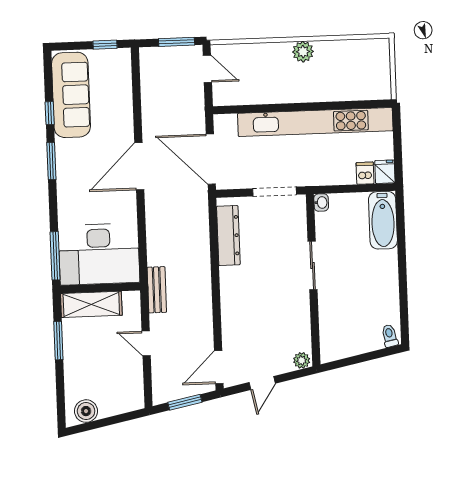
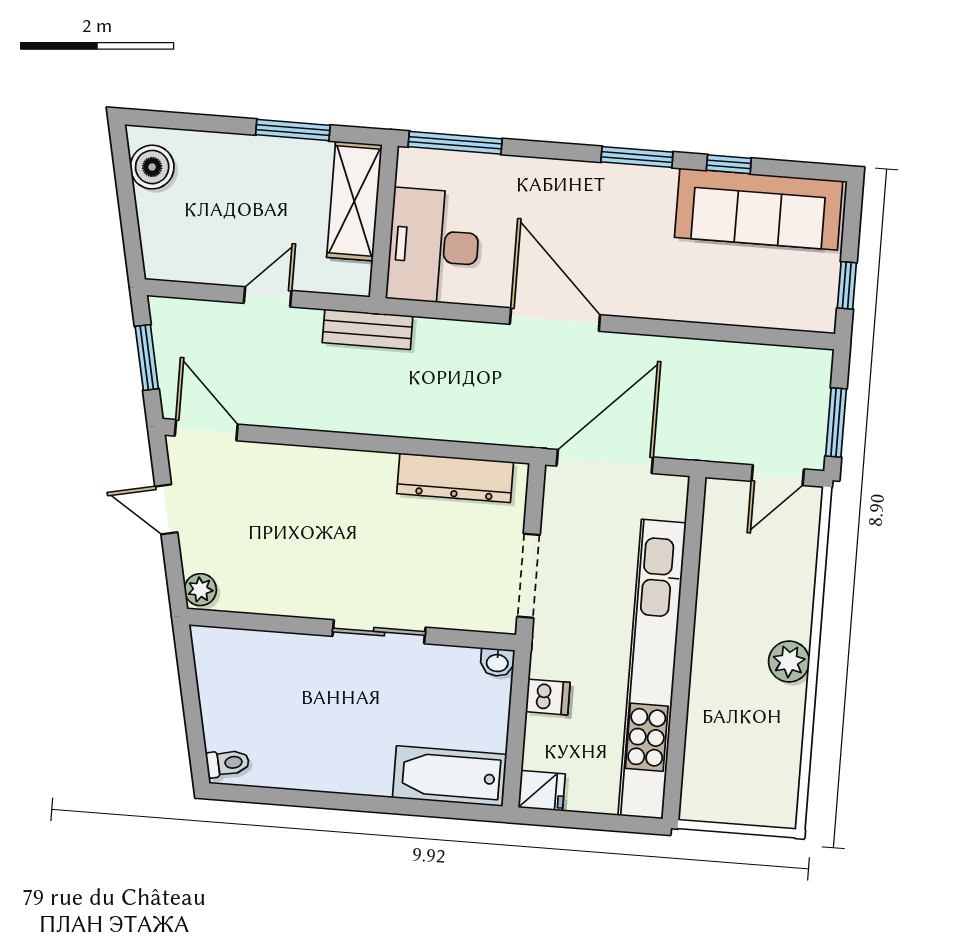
door: (139, 166) -> (555, 319), moved
dishwasher: (365, 173) -> (548, 697), moved
desk: (99, 254) -> (434, 246), width x0.73, depth x0.77

